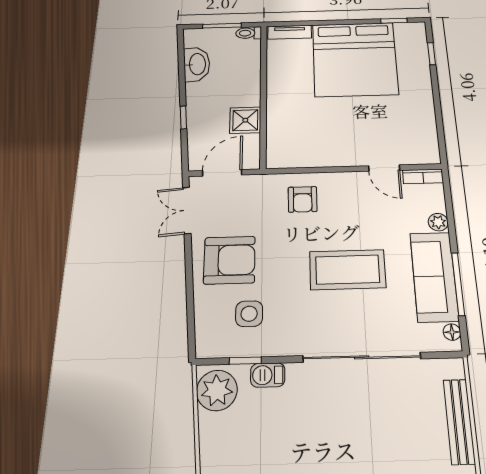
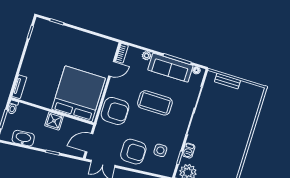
bed: (355, 59) -> (79, 94), moved, turned -90
shower: (245, 120) -> (54, 121), moved
door: (222, 173) -> (89, 143), hinge flipped
armchair: (303, 199) -> (115, 111), width x1.88, depth x1.88
armchair: (230, 260) -> (133, 152), turned 90
coffee table: (347, 270) -> (155, 103), turned 90
bench: (459, 421) -> (228, 81), width x0.73

